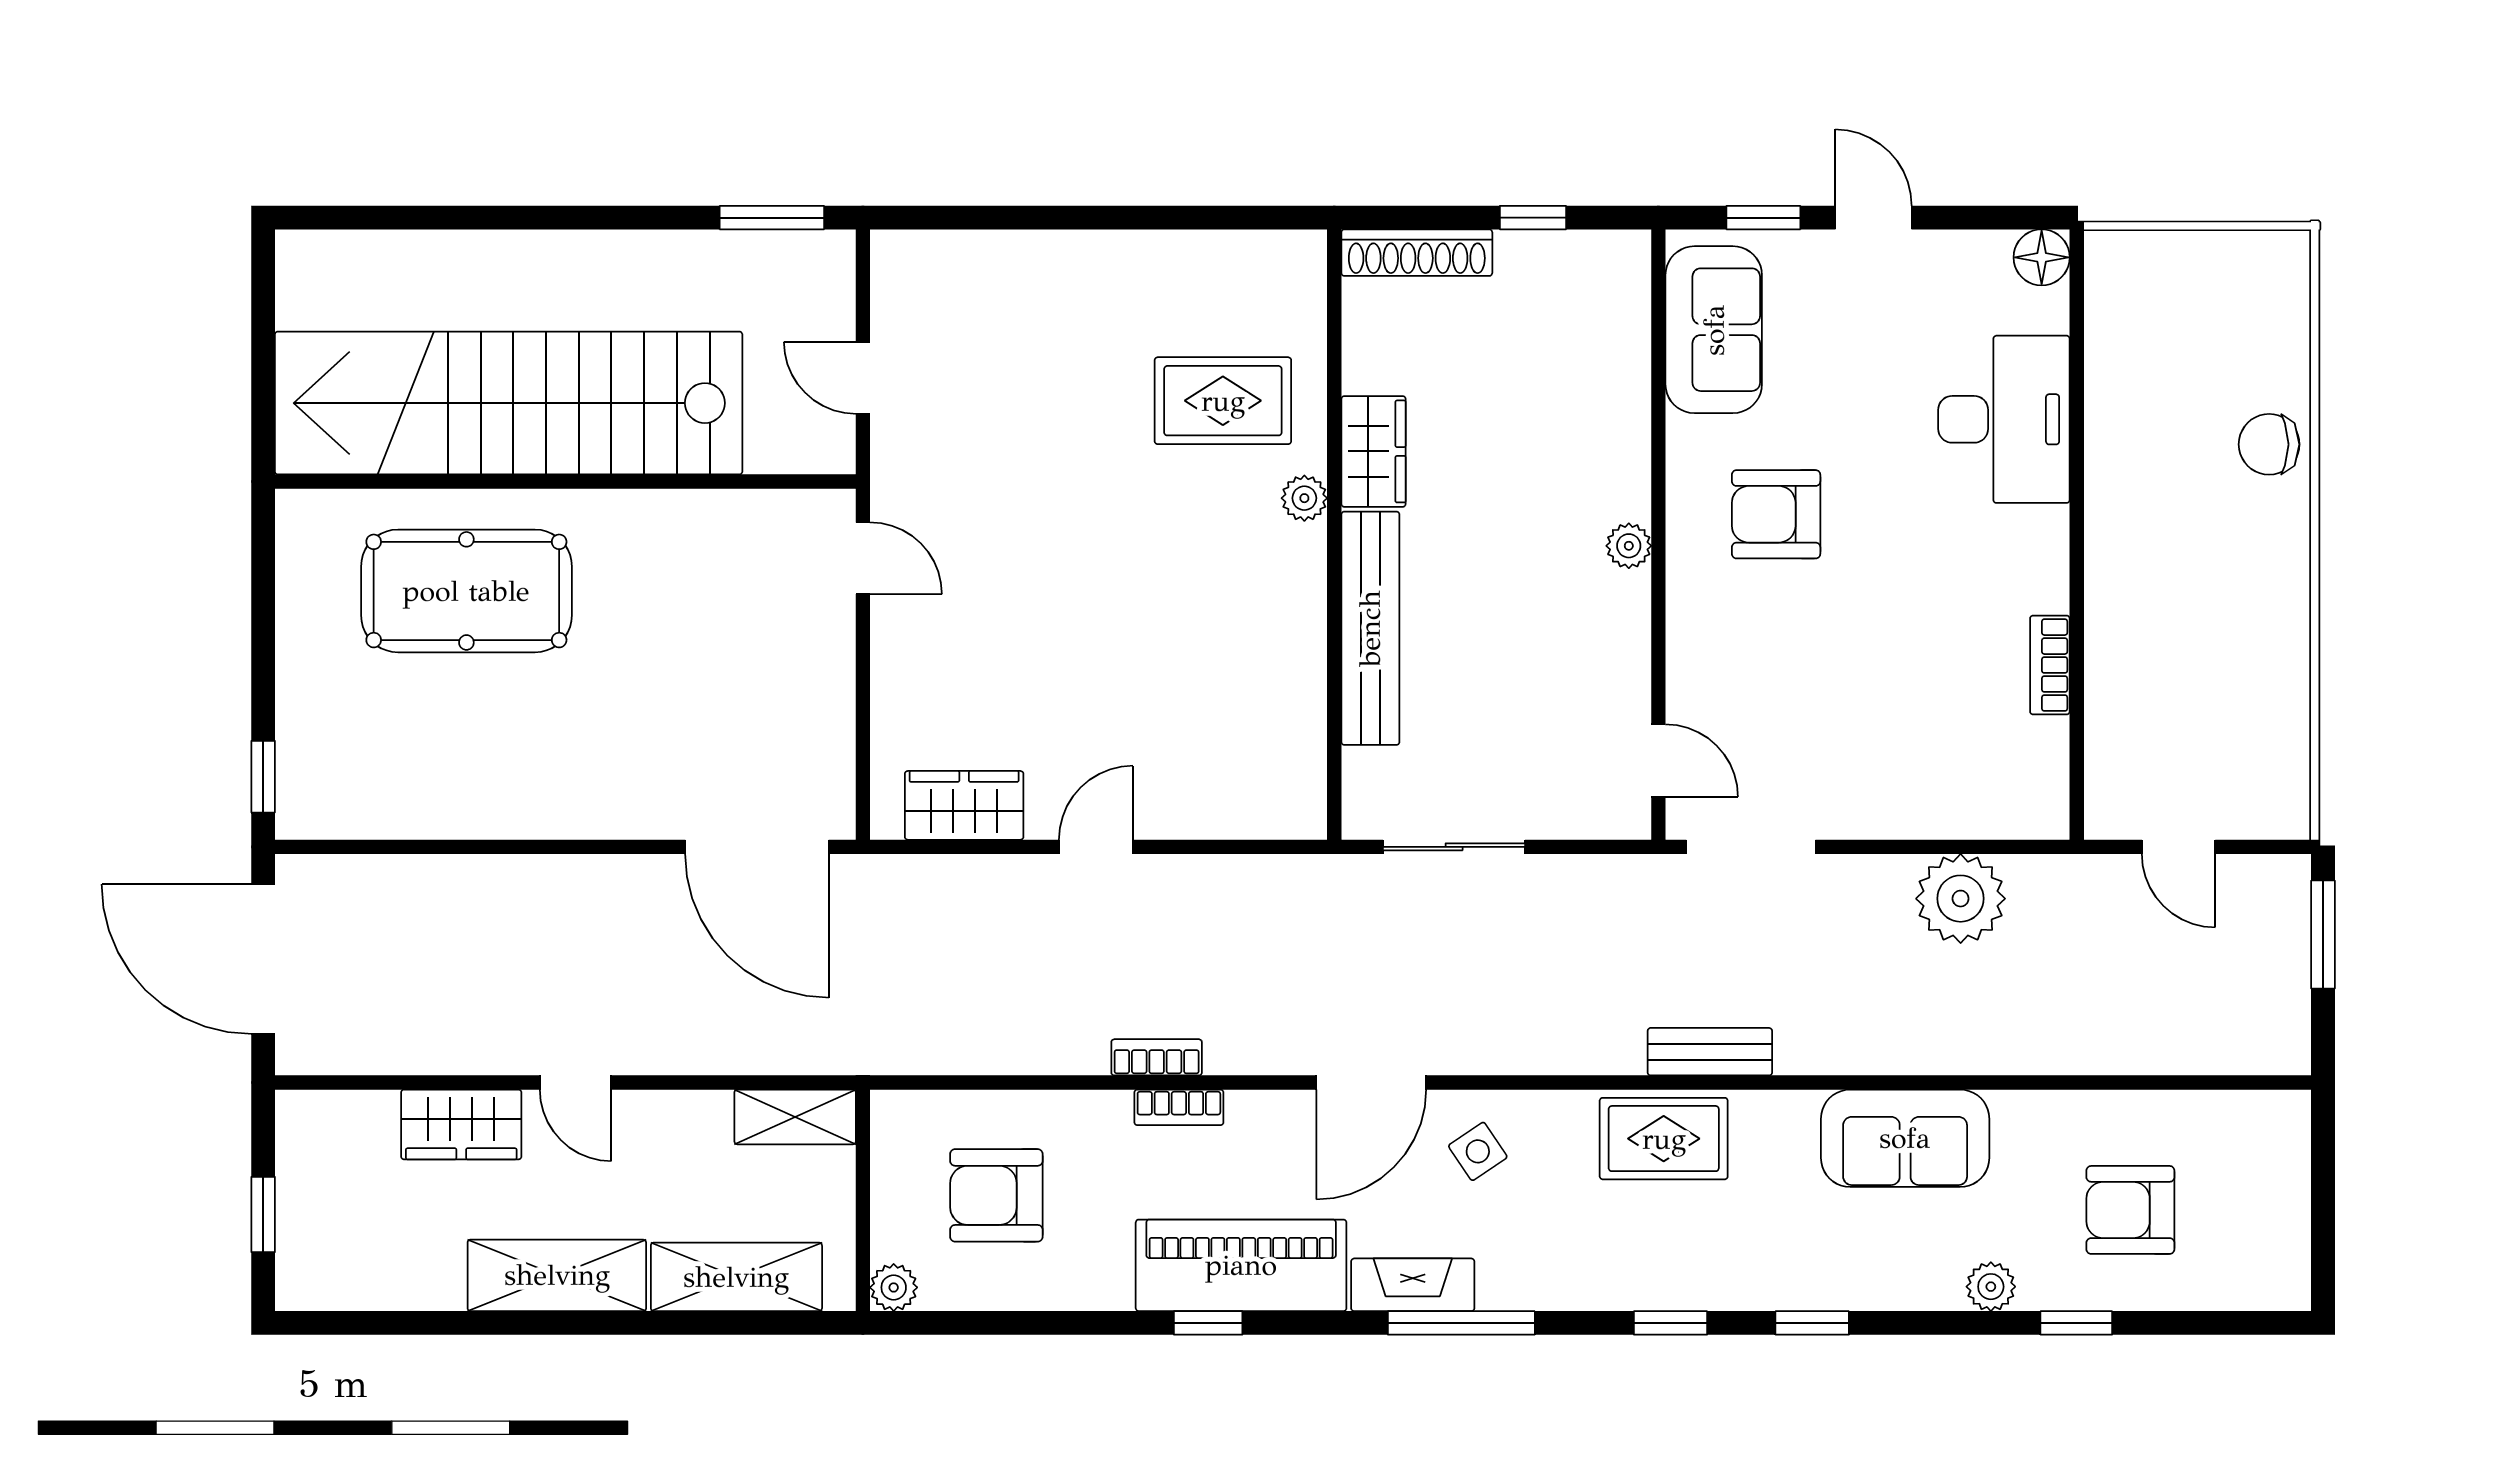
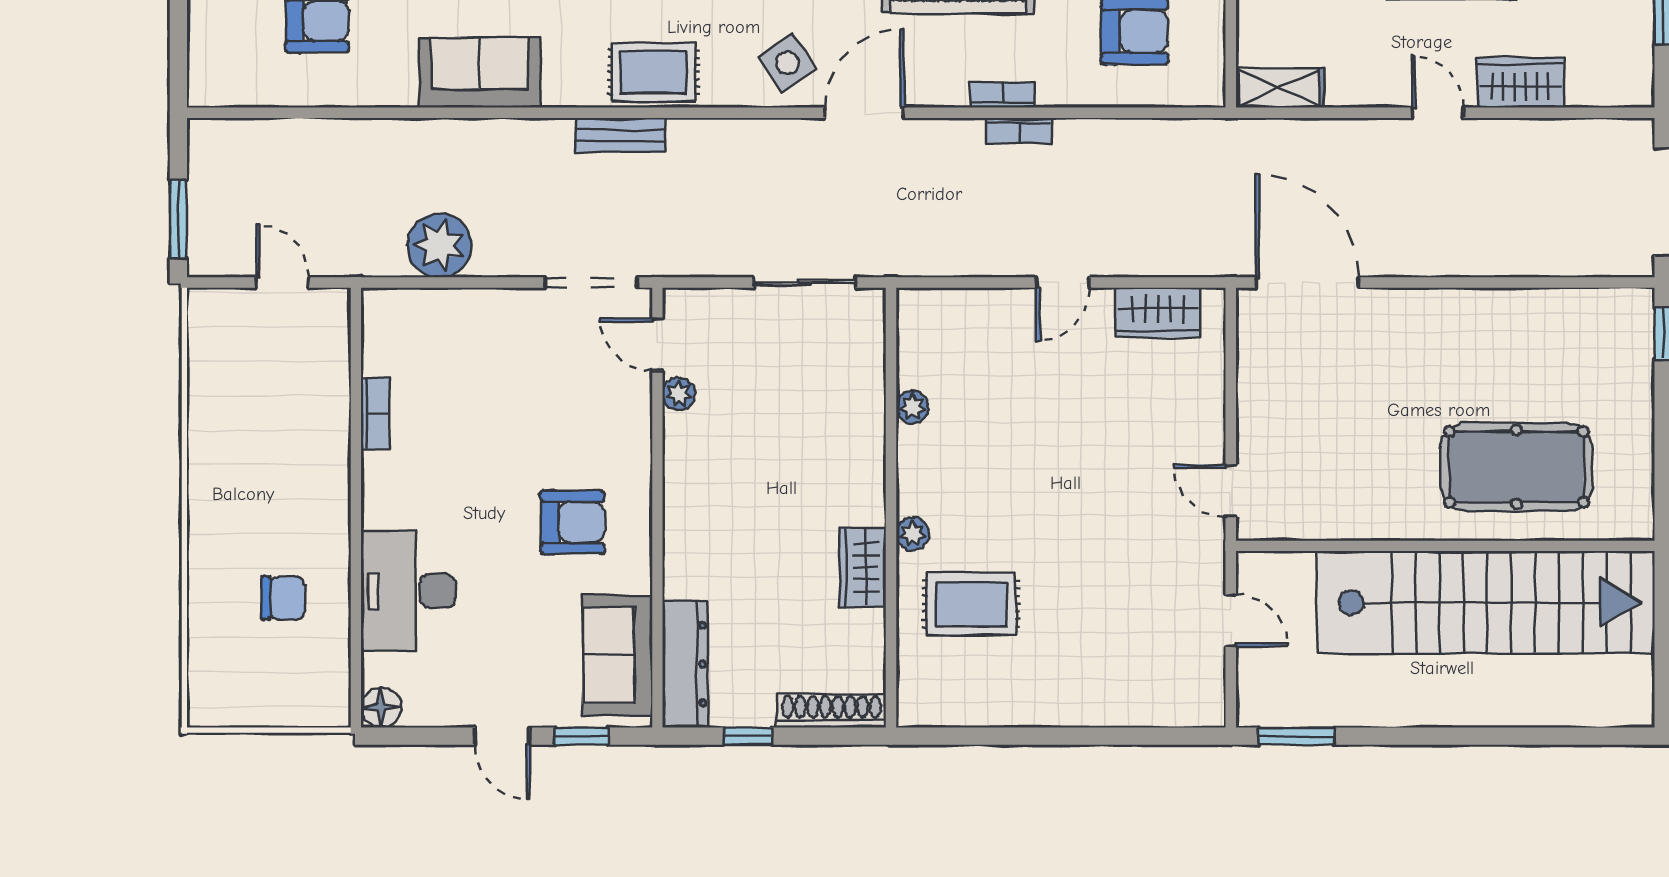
dresser: (1620, 317) -> (685, 664), added
chair: (2269, 444) -> (283, 598), moved
plant: (1629, 546) -> (679, 394), moved
bench: (1370, 628) -> (865, 440), removed
plant: (1305, 674) -> (912, 407), added
side table: (1478, 1151) -> (788, 63), width x1.37, depth x1.37

